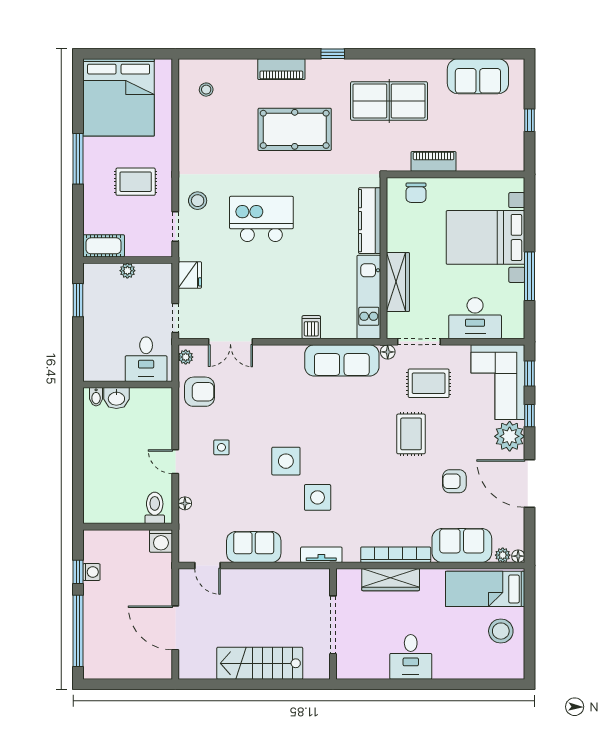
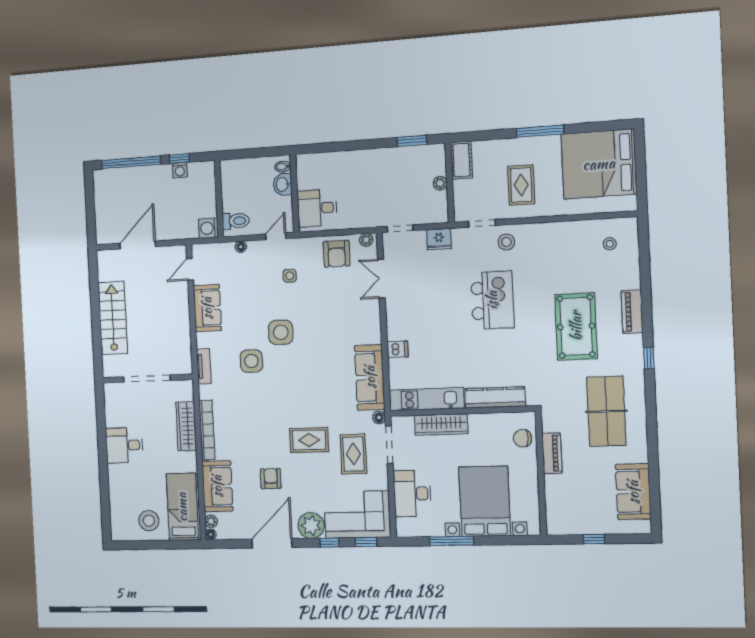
desk: (146, 359) -> (317, 208), moved
wall: (128, 385) -> (295, 193), moved
bidet: (96, 397) -> (283, 167), moved
washbasin: (116, 398) -> (283, 184), moved

